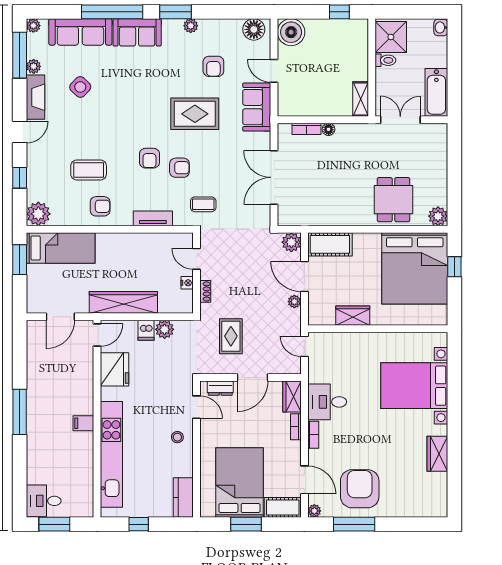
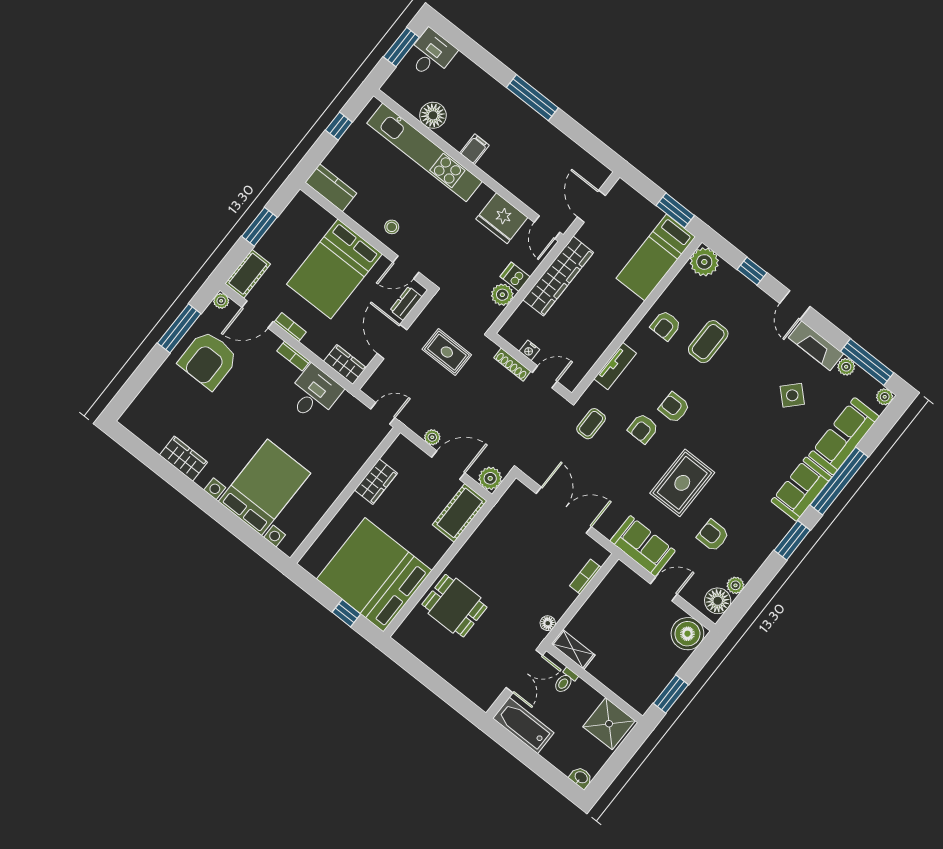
window: (339, 12) -> (671, 694), width x1.50
plant: (191, 26) -> (735, 585), moved
toilet: (385, 60) -> (565, 681), moved
floor lamp: (329, 129) -> (548, 623), moved
plant: (438, 216) -> (406, 635), removed
shoe rack: (205, 291) -> (512, 365), width x1.43
bookcase: (296, 427) -> (290, 327), moved
floor lamp: (83, 468) -> (433, 115), added
bed: (240, 483) -> (334, 269), moved, turned 90
armchair: (360, 489) -> (208, 360), turned 90

